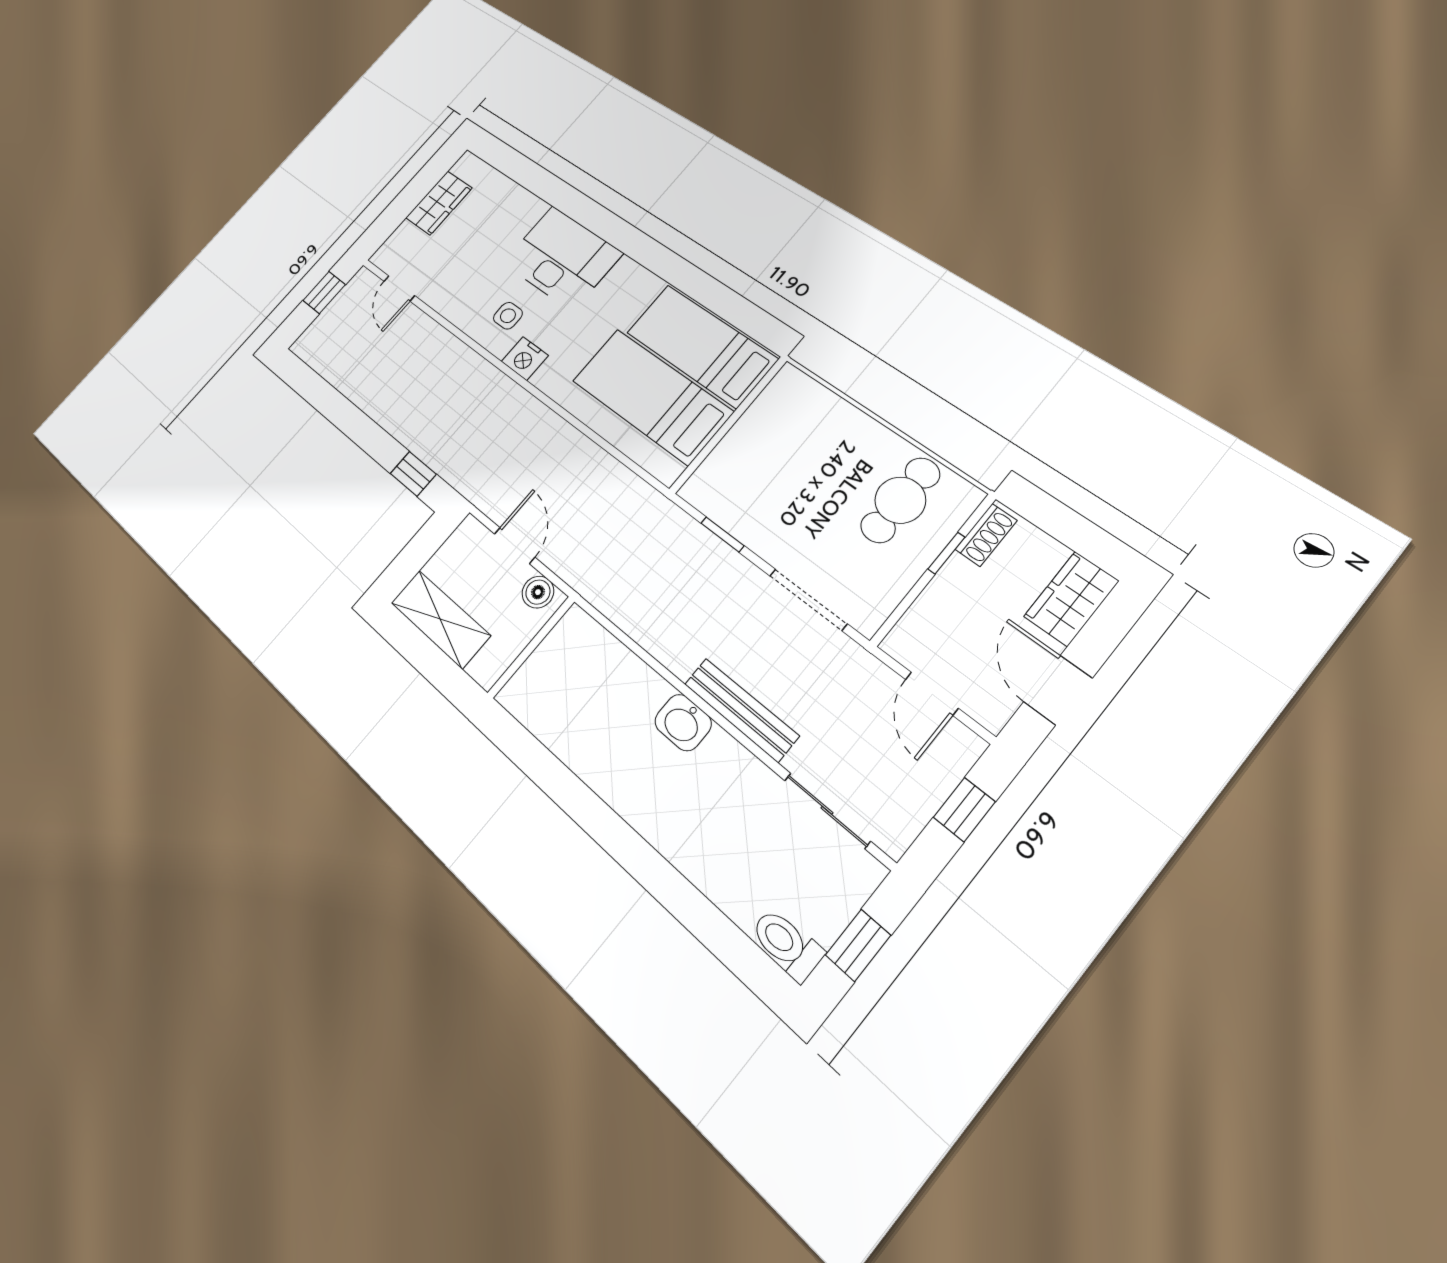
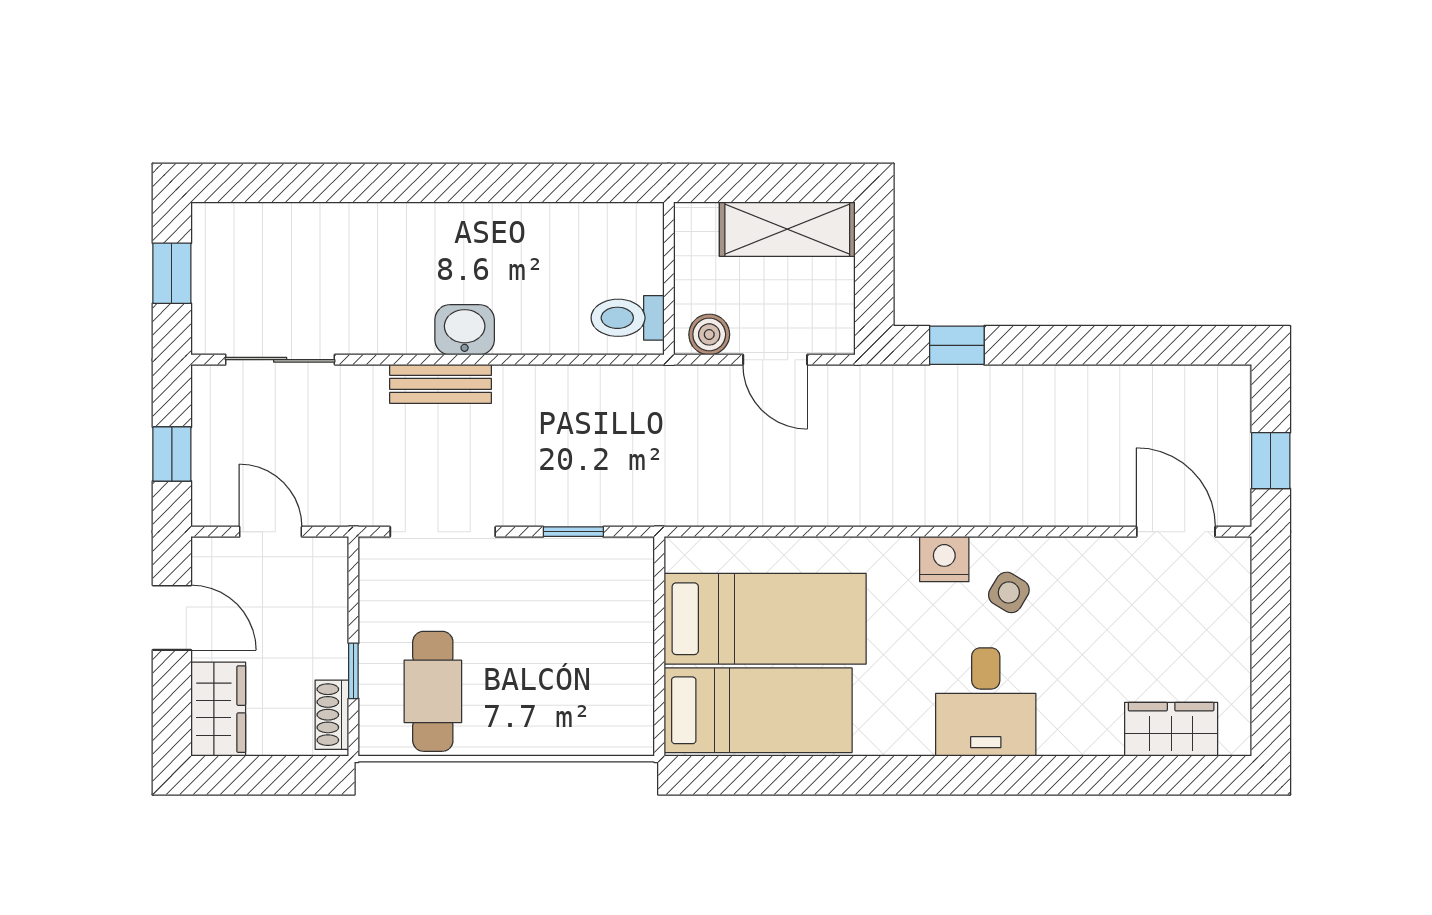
wardrobe: (439, 203) -> (1171, 729), moved, turned 90
desk: (562, 258) -> (986, 702), width x0.73
door: (399, 288) -> (1176, 532), width x1.38
side table: (508, 316) -> (1009, 592), turned 31
bench: (741, 710) -> (441, 384), width x0.73
toilet: (787, 944) -> (628, 318), moved, turned 180

